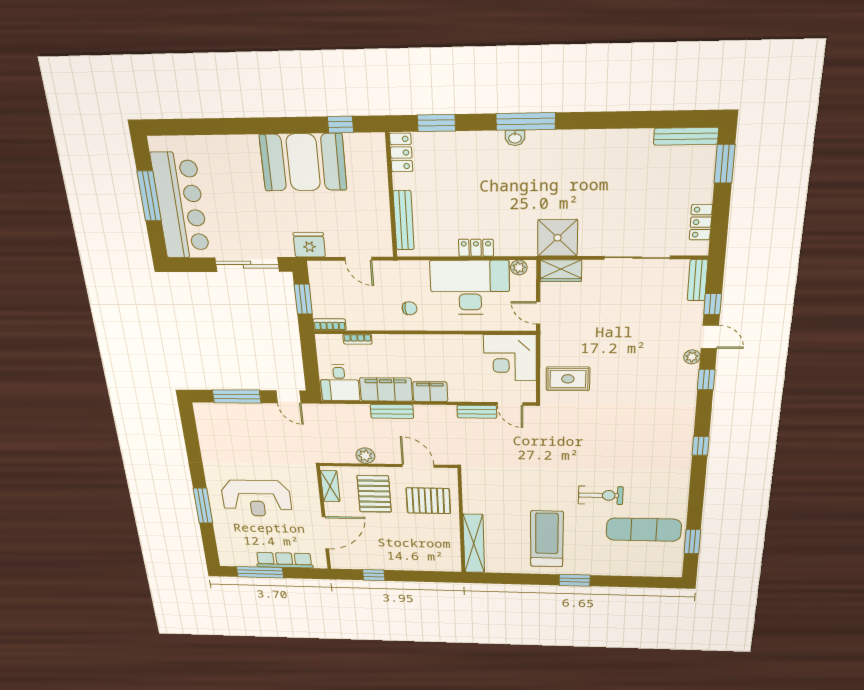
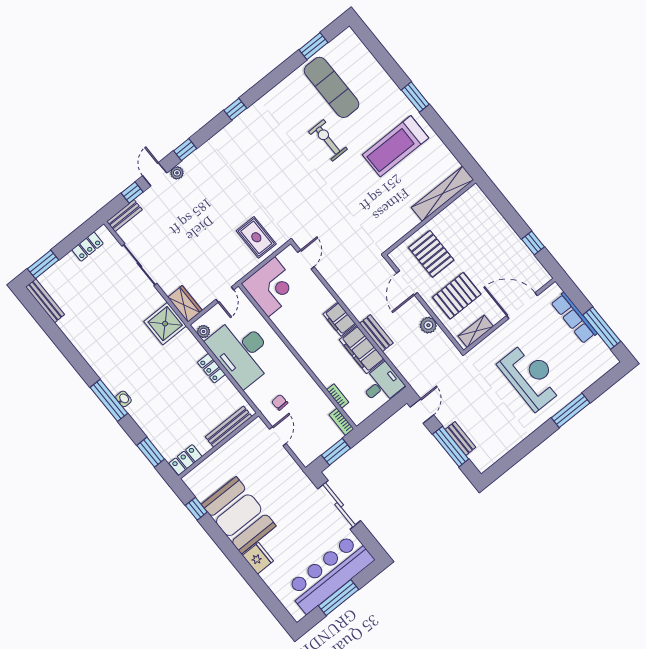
fridge: (309, 245) -> (258, 558), moved, turned 180
chair: (409, 308) -> (280, 402), moved
bench: (477, 412) -> (460, 438), moved

